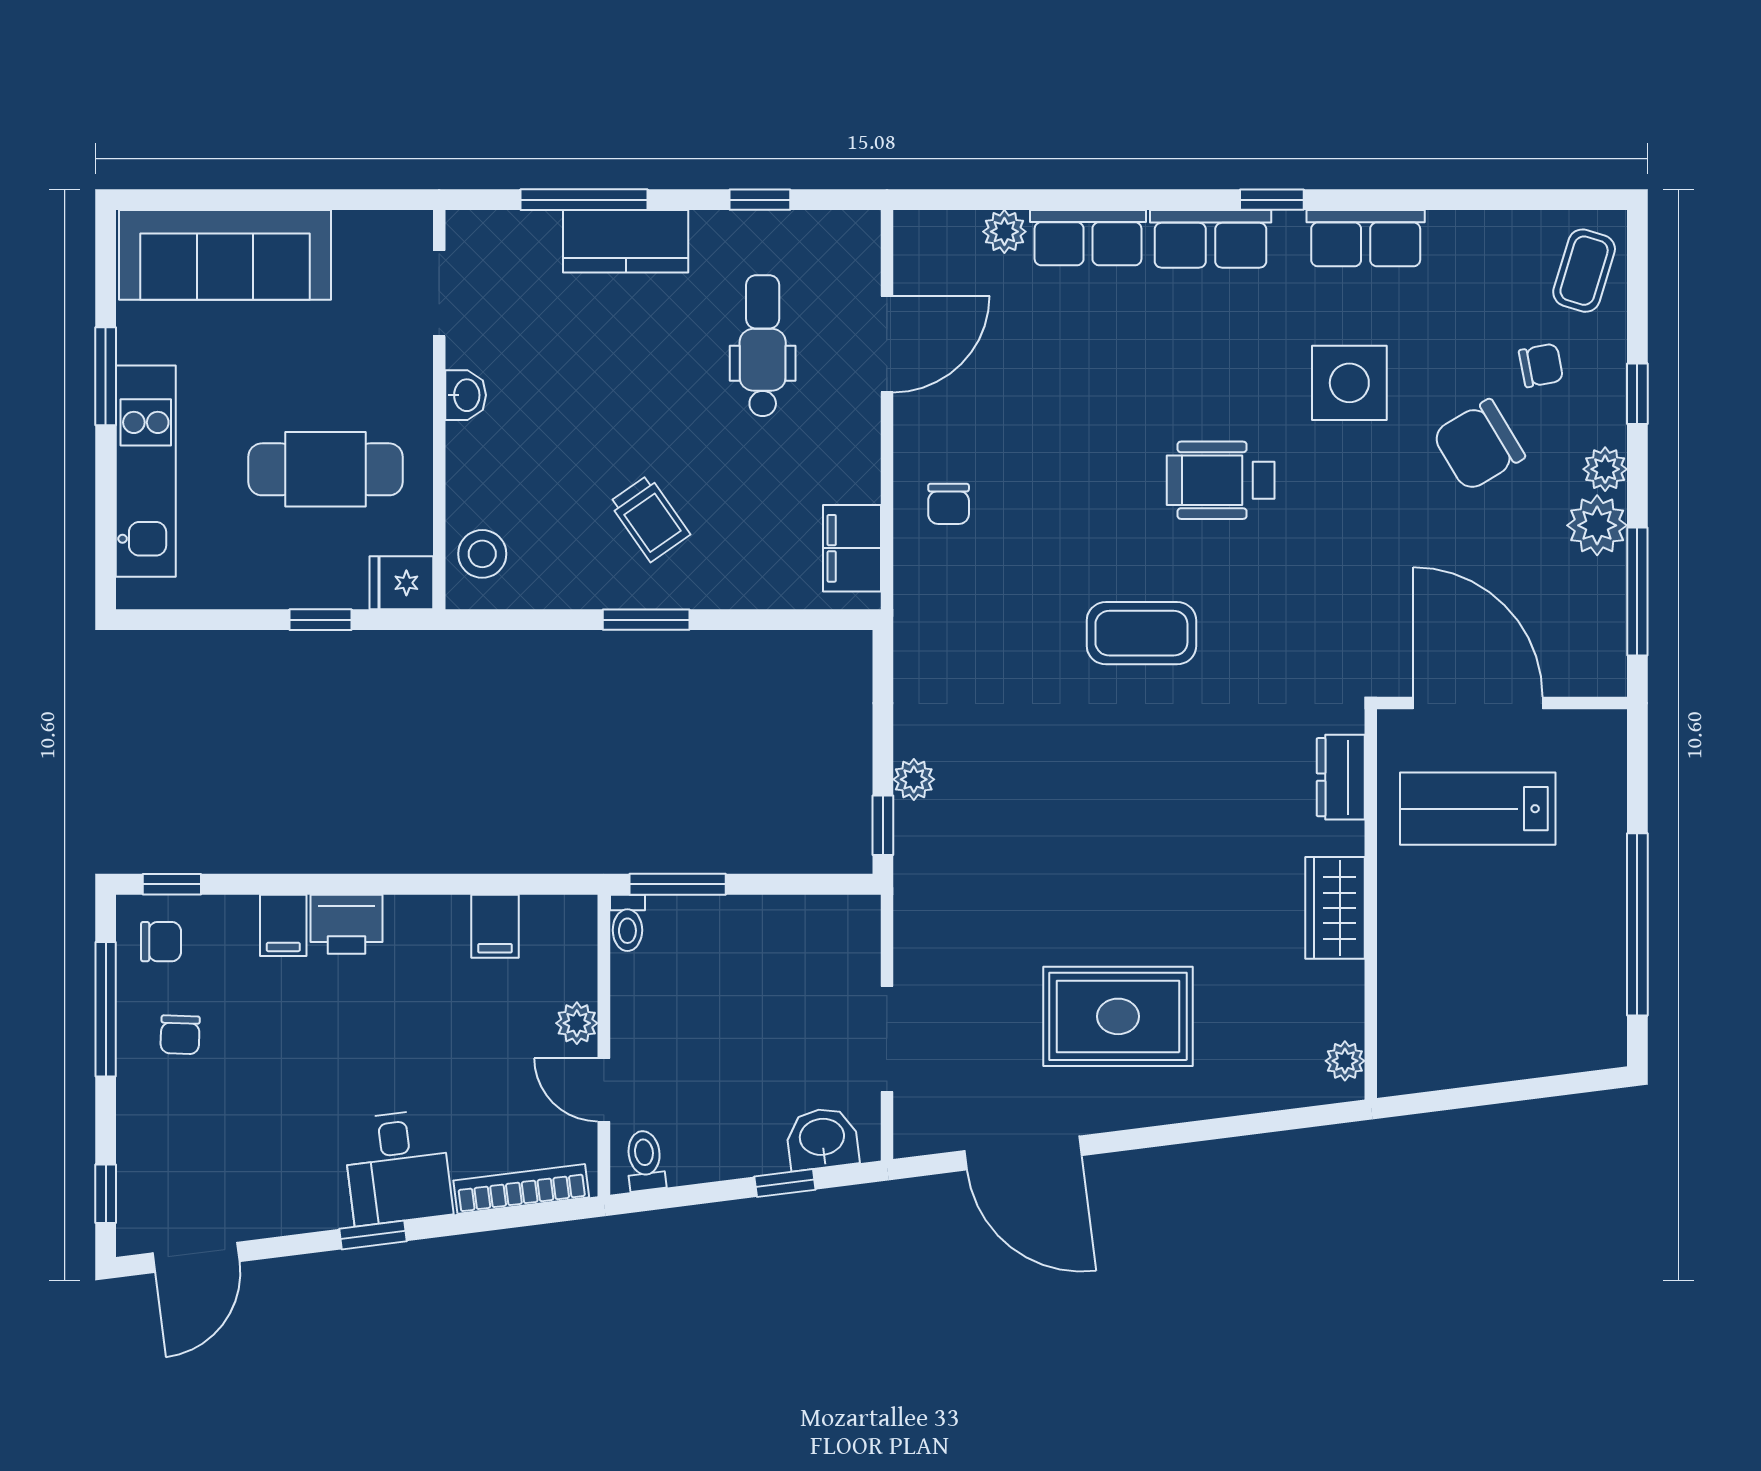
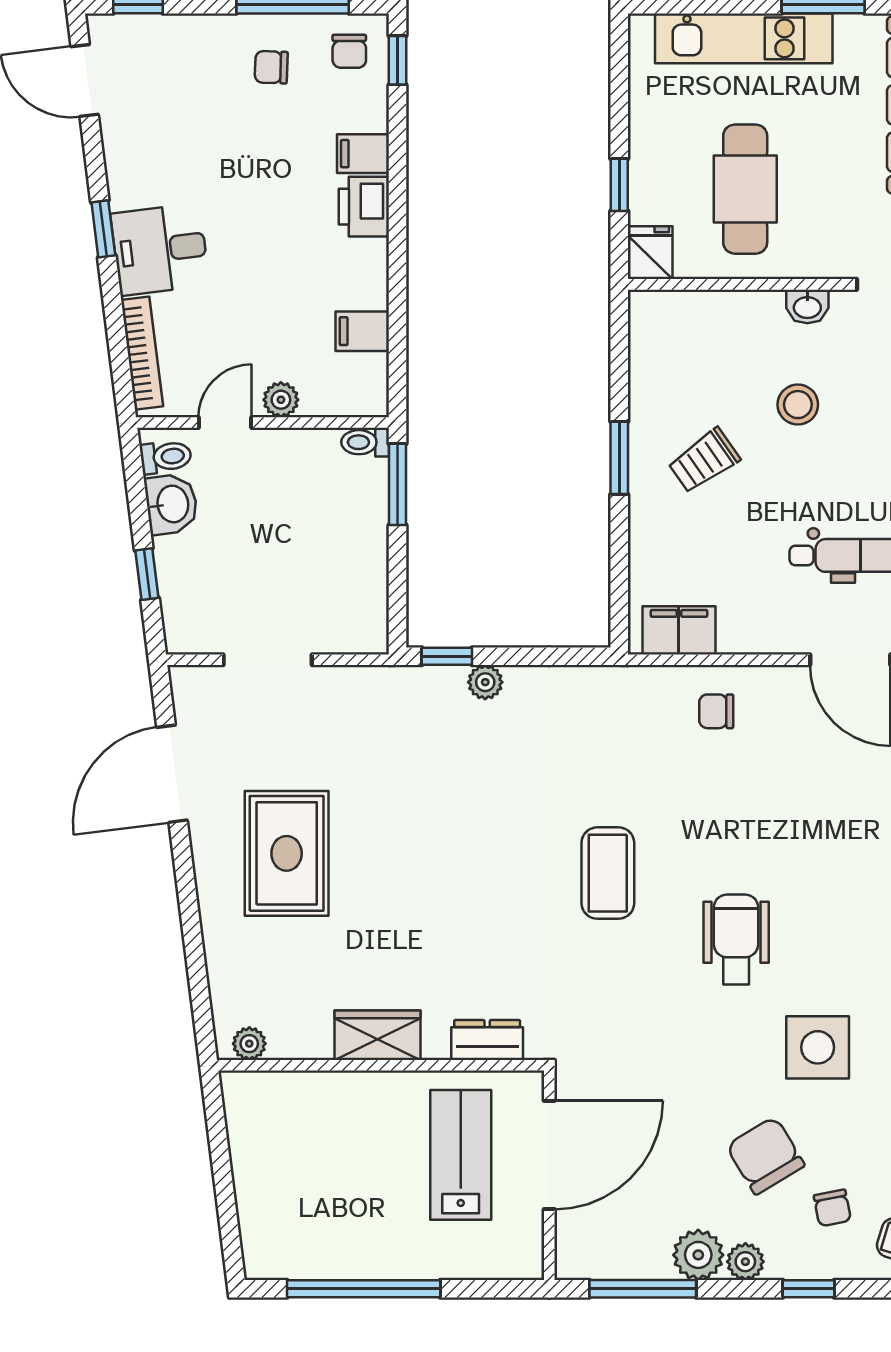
stool: (482, 554) -> (798, 405), moved
washbasin: (822, 1139) -> (171, 504), moved

